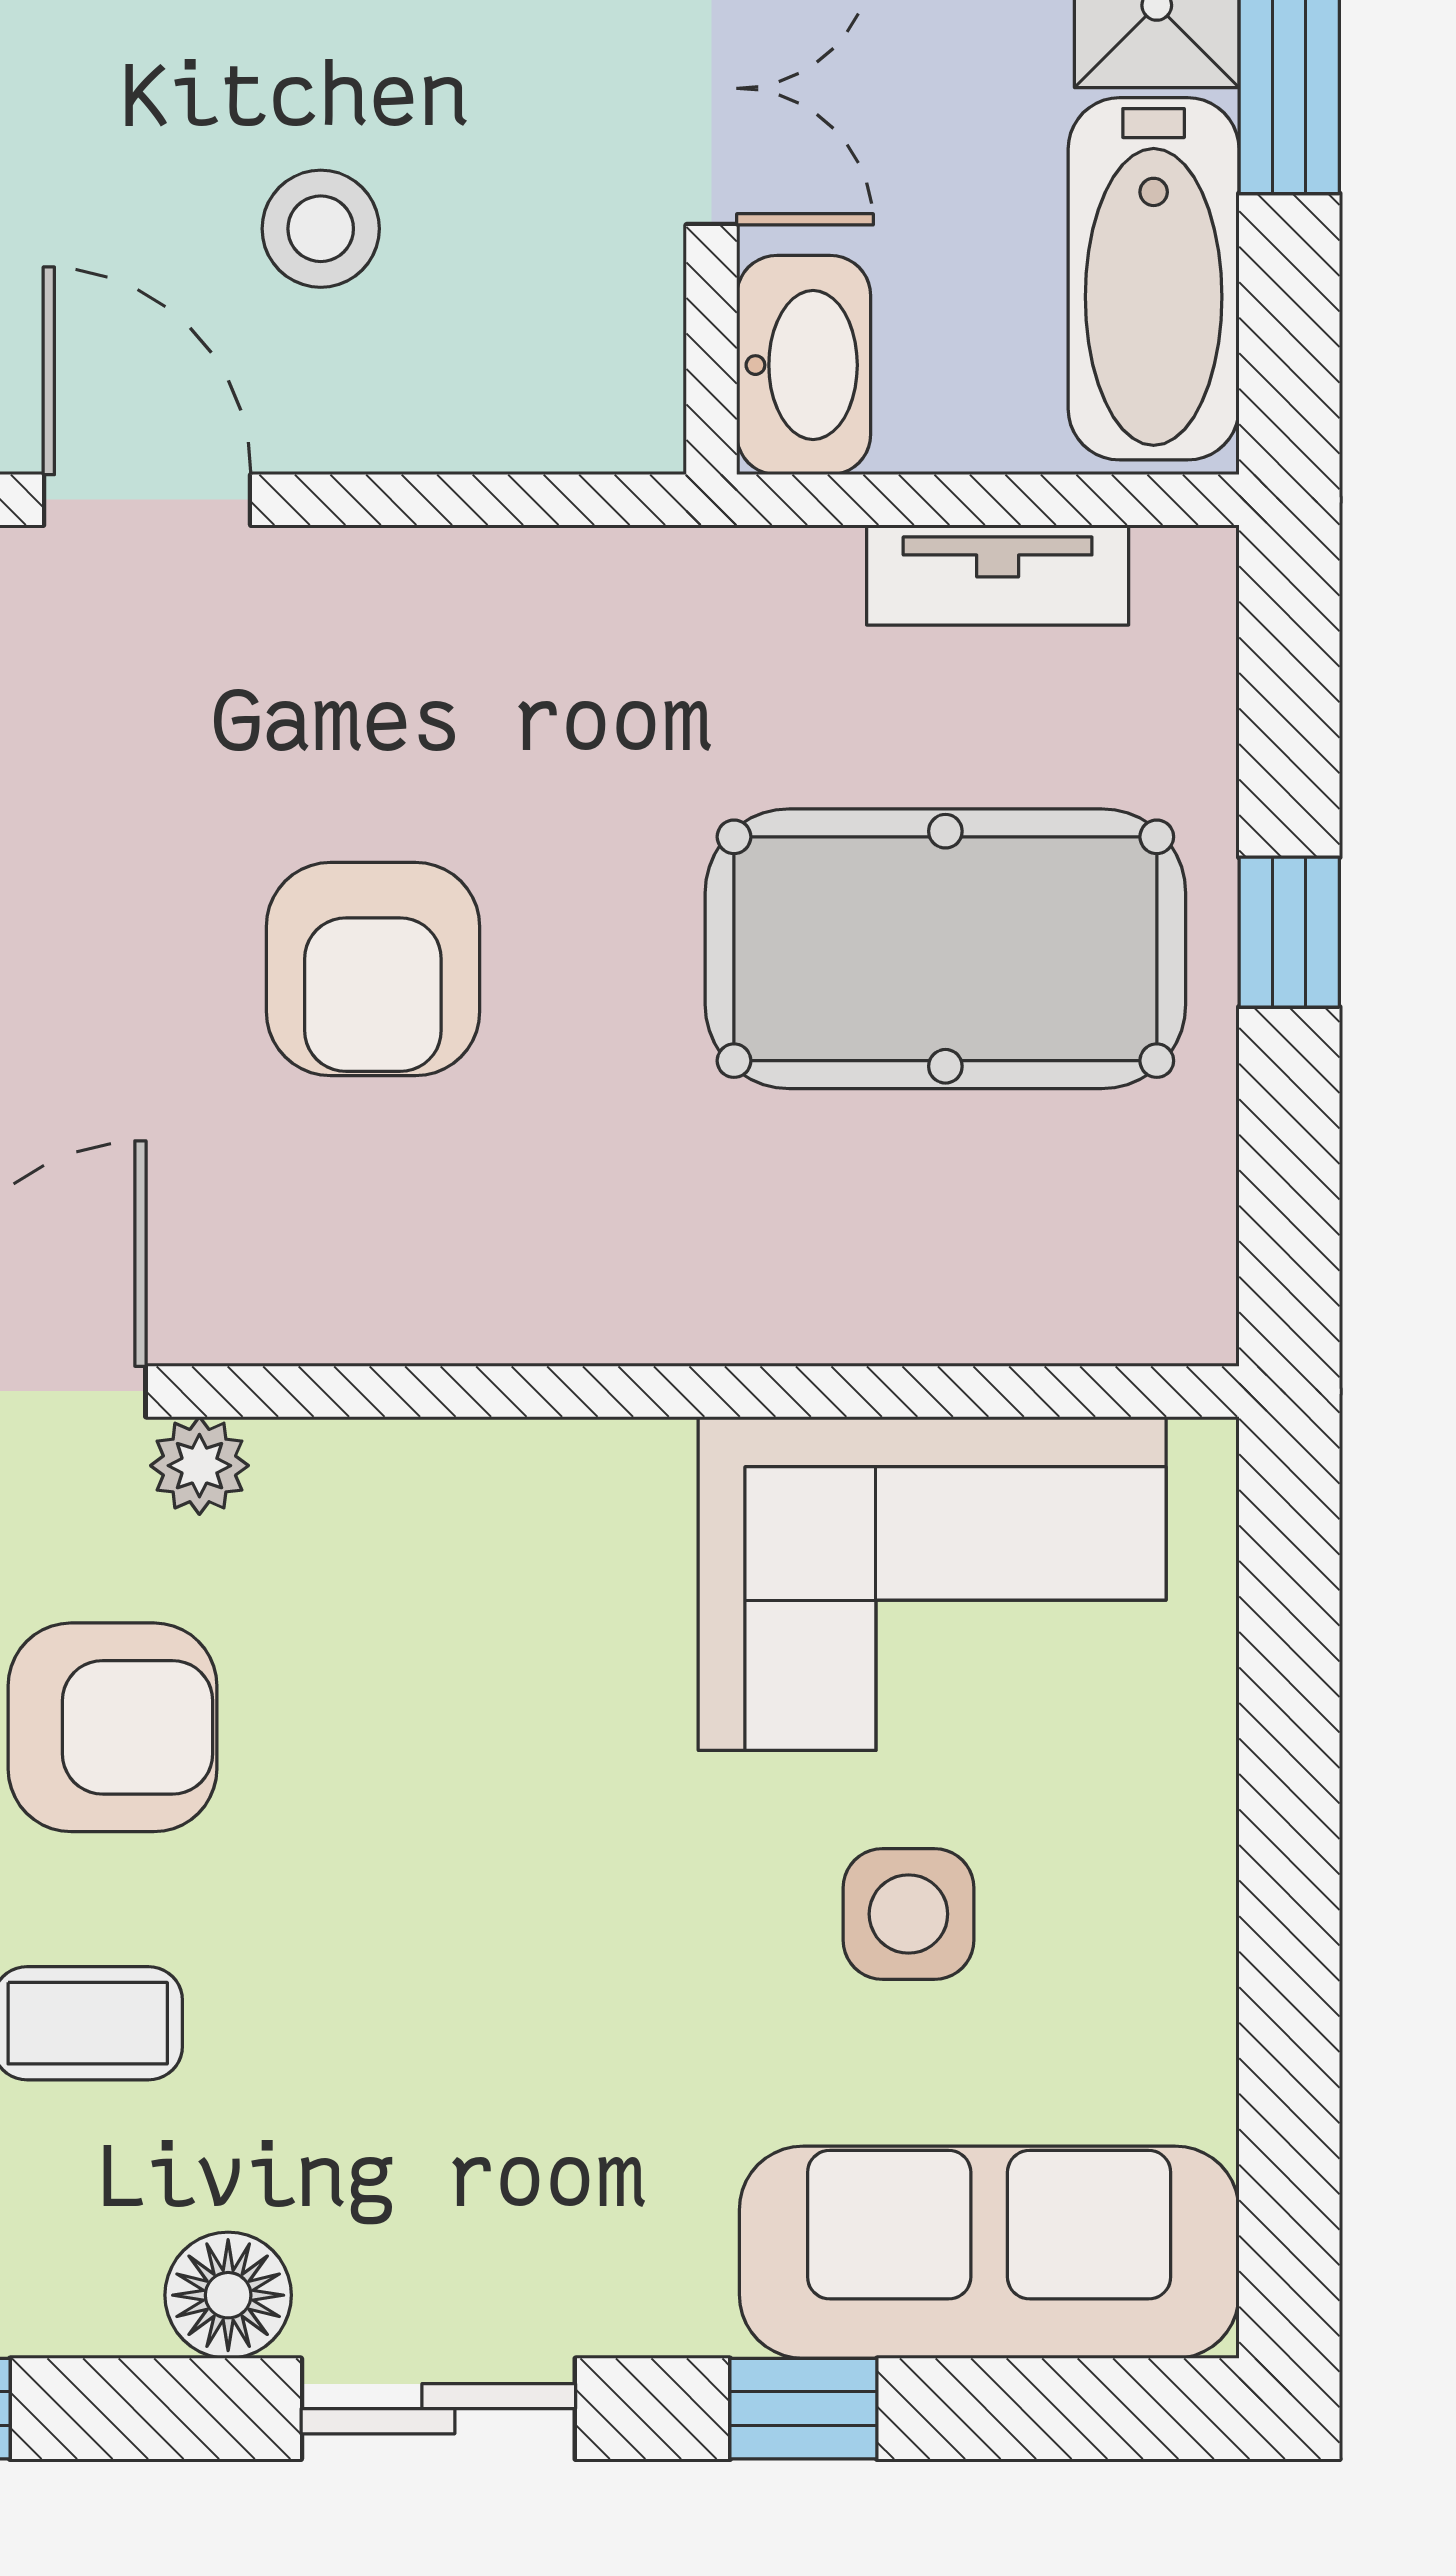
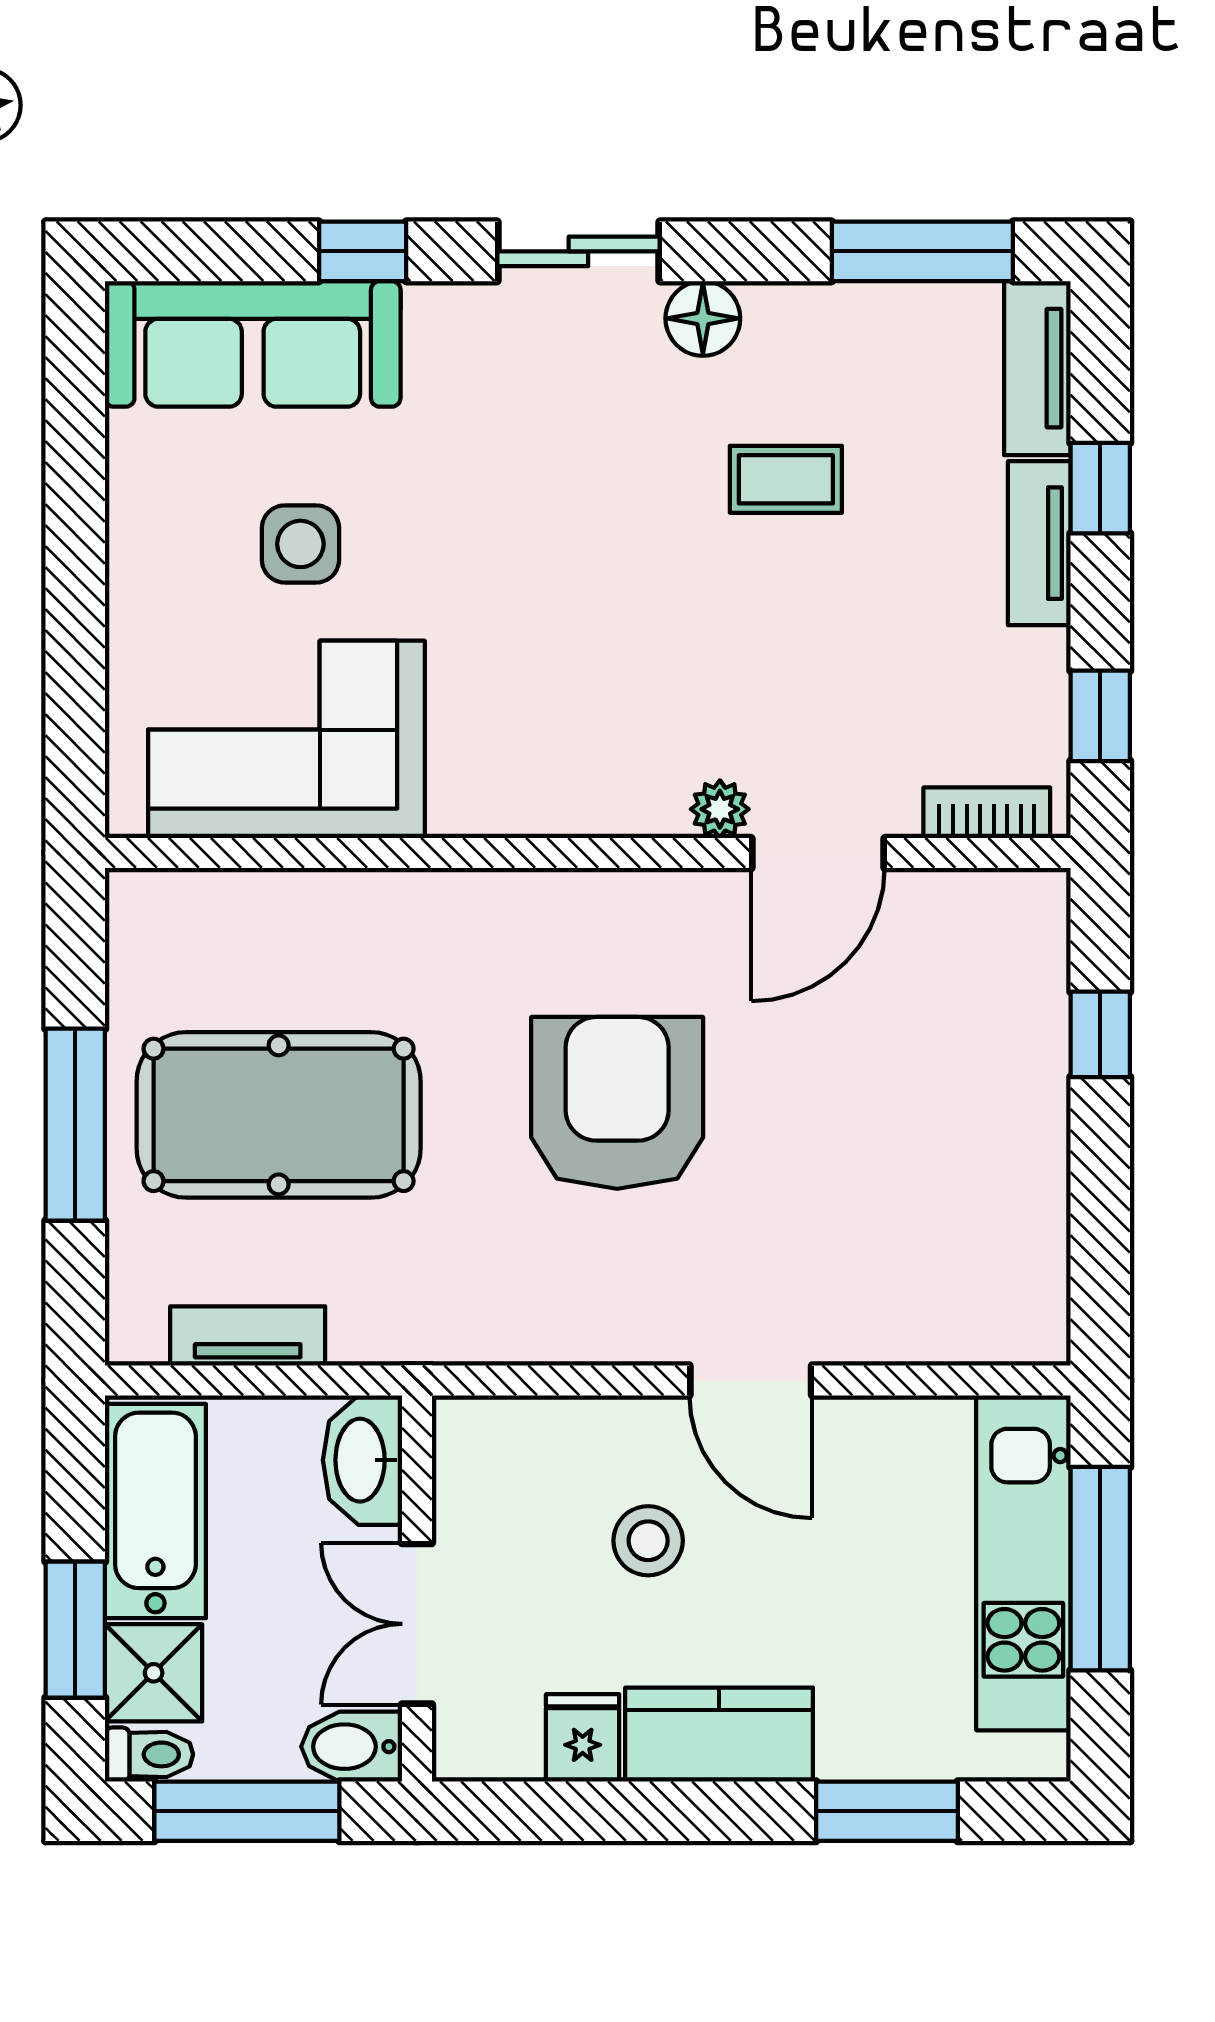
window: (1289, 932) -> (75, 1125), width x2.17
armchair: (373, 969) -> (617, 1103), width x1.36, depth x1.36
armchair: (113, 1727) -> (771, 654), removed

